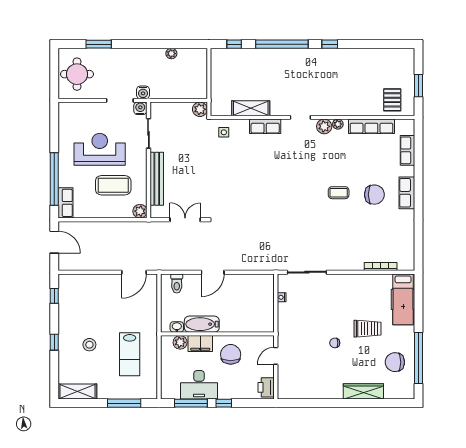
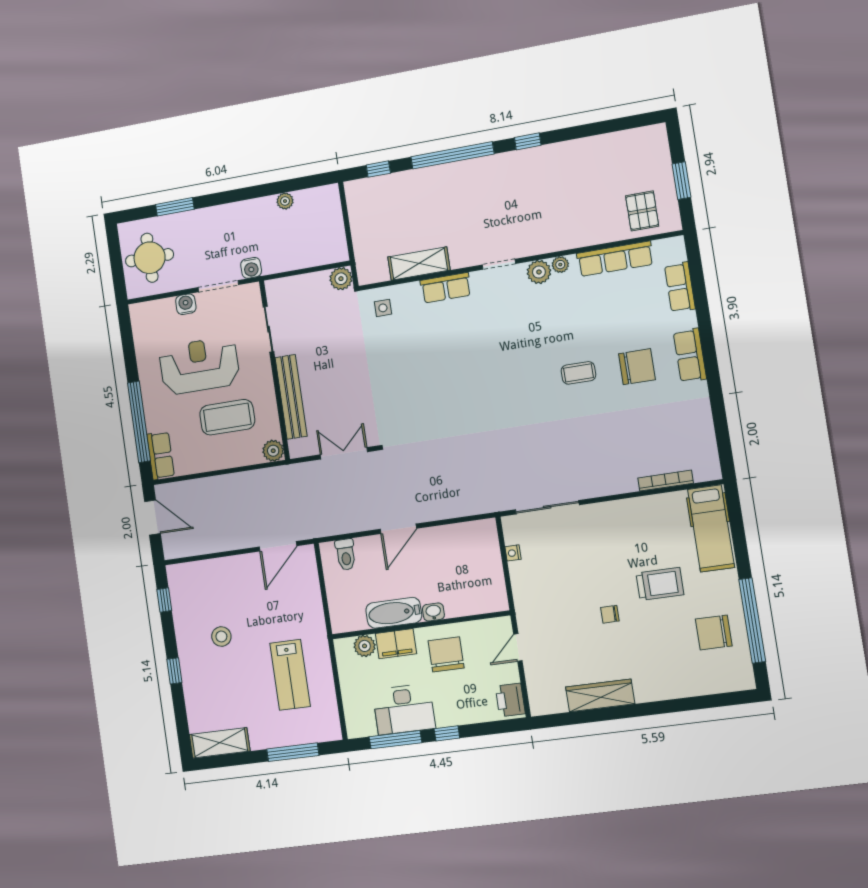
water cooler: (140, 108) -> (186, 304), moved
washbasin: (177, 327) -> (433, 612), moved
stool: (89, 345) -> (221, 636), moved
wardrobe: (363, 391) -> (600, 695), moved

